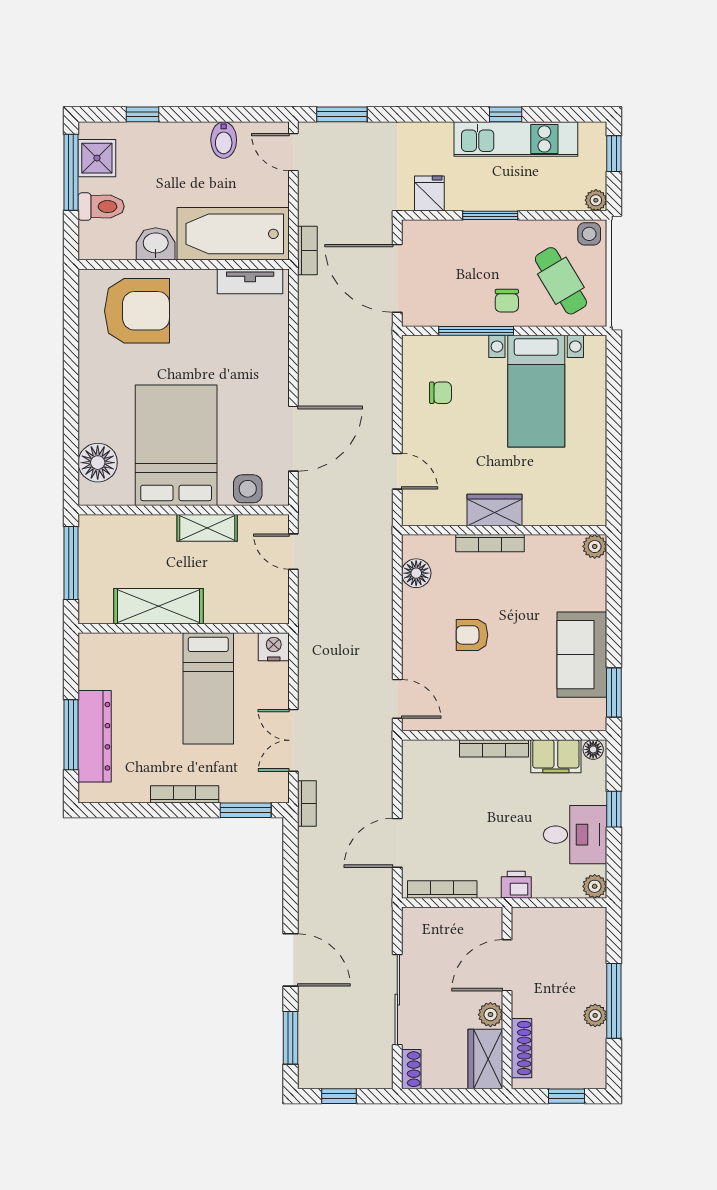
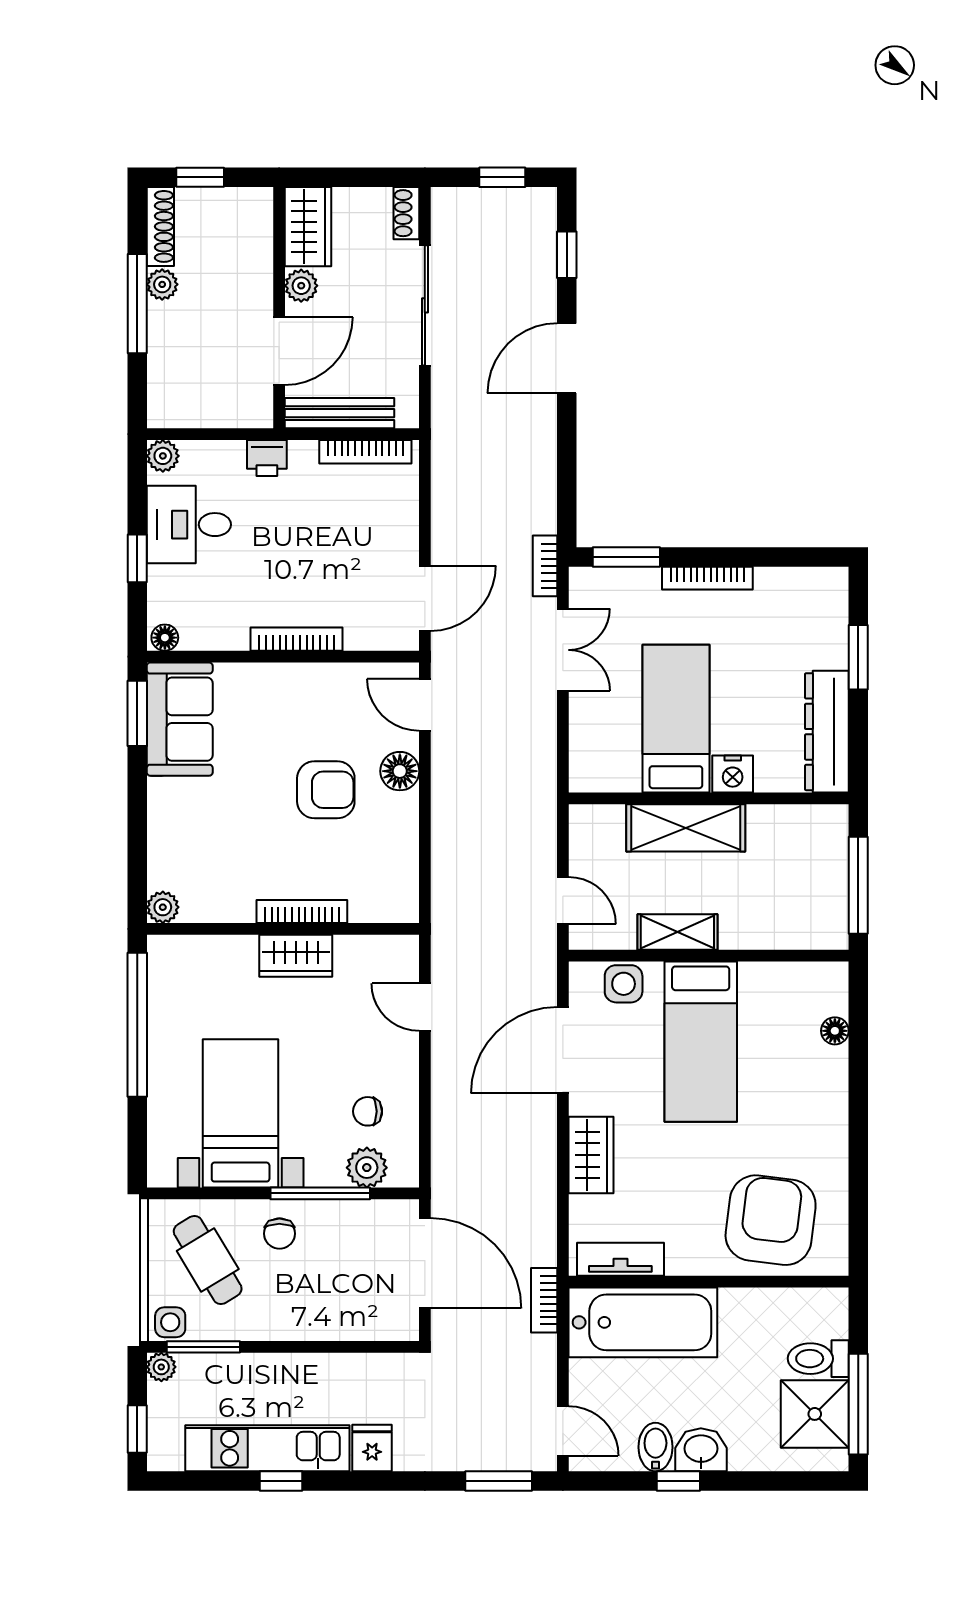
window: (142, 114) -> (678, 1481), moved
shower: (97, 158) -> (815, 1414), width x1.36, depth x1.36
fridge: (429, 193) -> (372, 1448), moved, turned 180
window: (490, 215) -> (203, 1347), moved
washbasin: (156, 244) -> (701, 1450), moved, turned 180
chair: (507, 301) -> (279, 1234), turned 180
armchair: (137, 311) -> (771, 1220), turned 97
plant: (441, 350) -> (367, 1168), added
wardrobe: (272, 360) -> (591, 1155), added
bed: (176, 445) -> (701, 1042), width x0.67
window: (614, 458) -> (137, 1025), added
floor lamp: (98, 463) -> (835, 1031), width x0.53, depth x0.53
floor lamp: (416, 573) -> (400, 771), moved
shelving: (159, 606) -> (686, 828), moved
armchair: (472, 635) -> (326, 790), width x1.38, depth x1.38
nightstand: (274, 647) -> (733, 774), moved
sofa: (582, 655) -> (180, 719), moved
window: (71, 735) -> (858, 657), width x0.69
dresser: (95, 736) -> (827, 732), moved
filing cabinet: (556, 756) -> (214, 629), removed
door: (397, 843) -> (425, 598), moved
bench: (462, 919) -> (340, 413), added
door: (290, 960) -> (567, 358), hinge flipped
window: (290, 1038) -> (567, 255), width x0.67
shoe rack: (522, 1048) -> (160, 226), moved, turned 180

